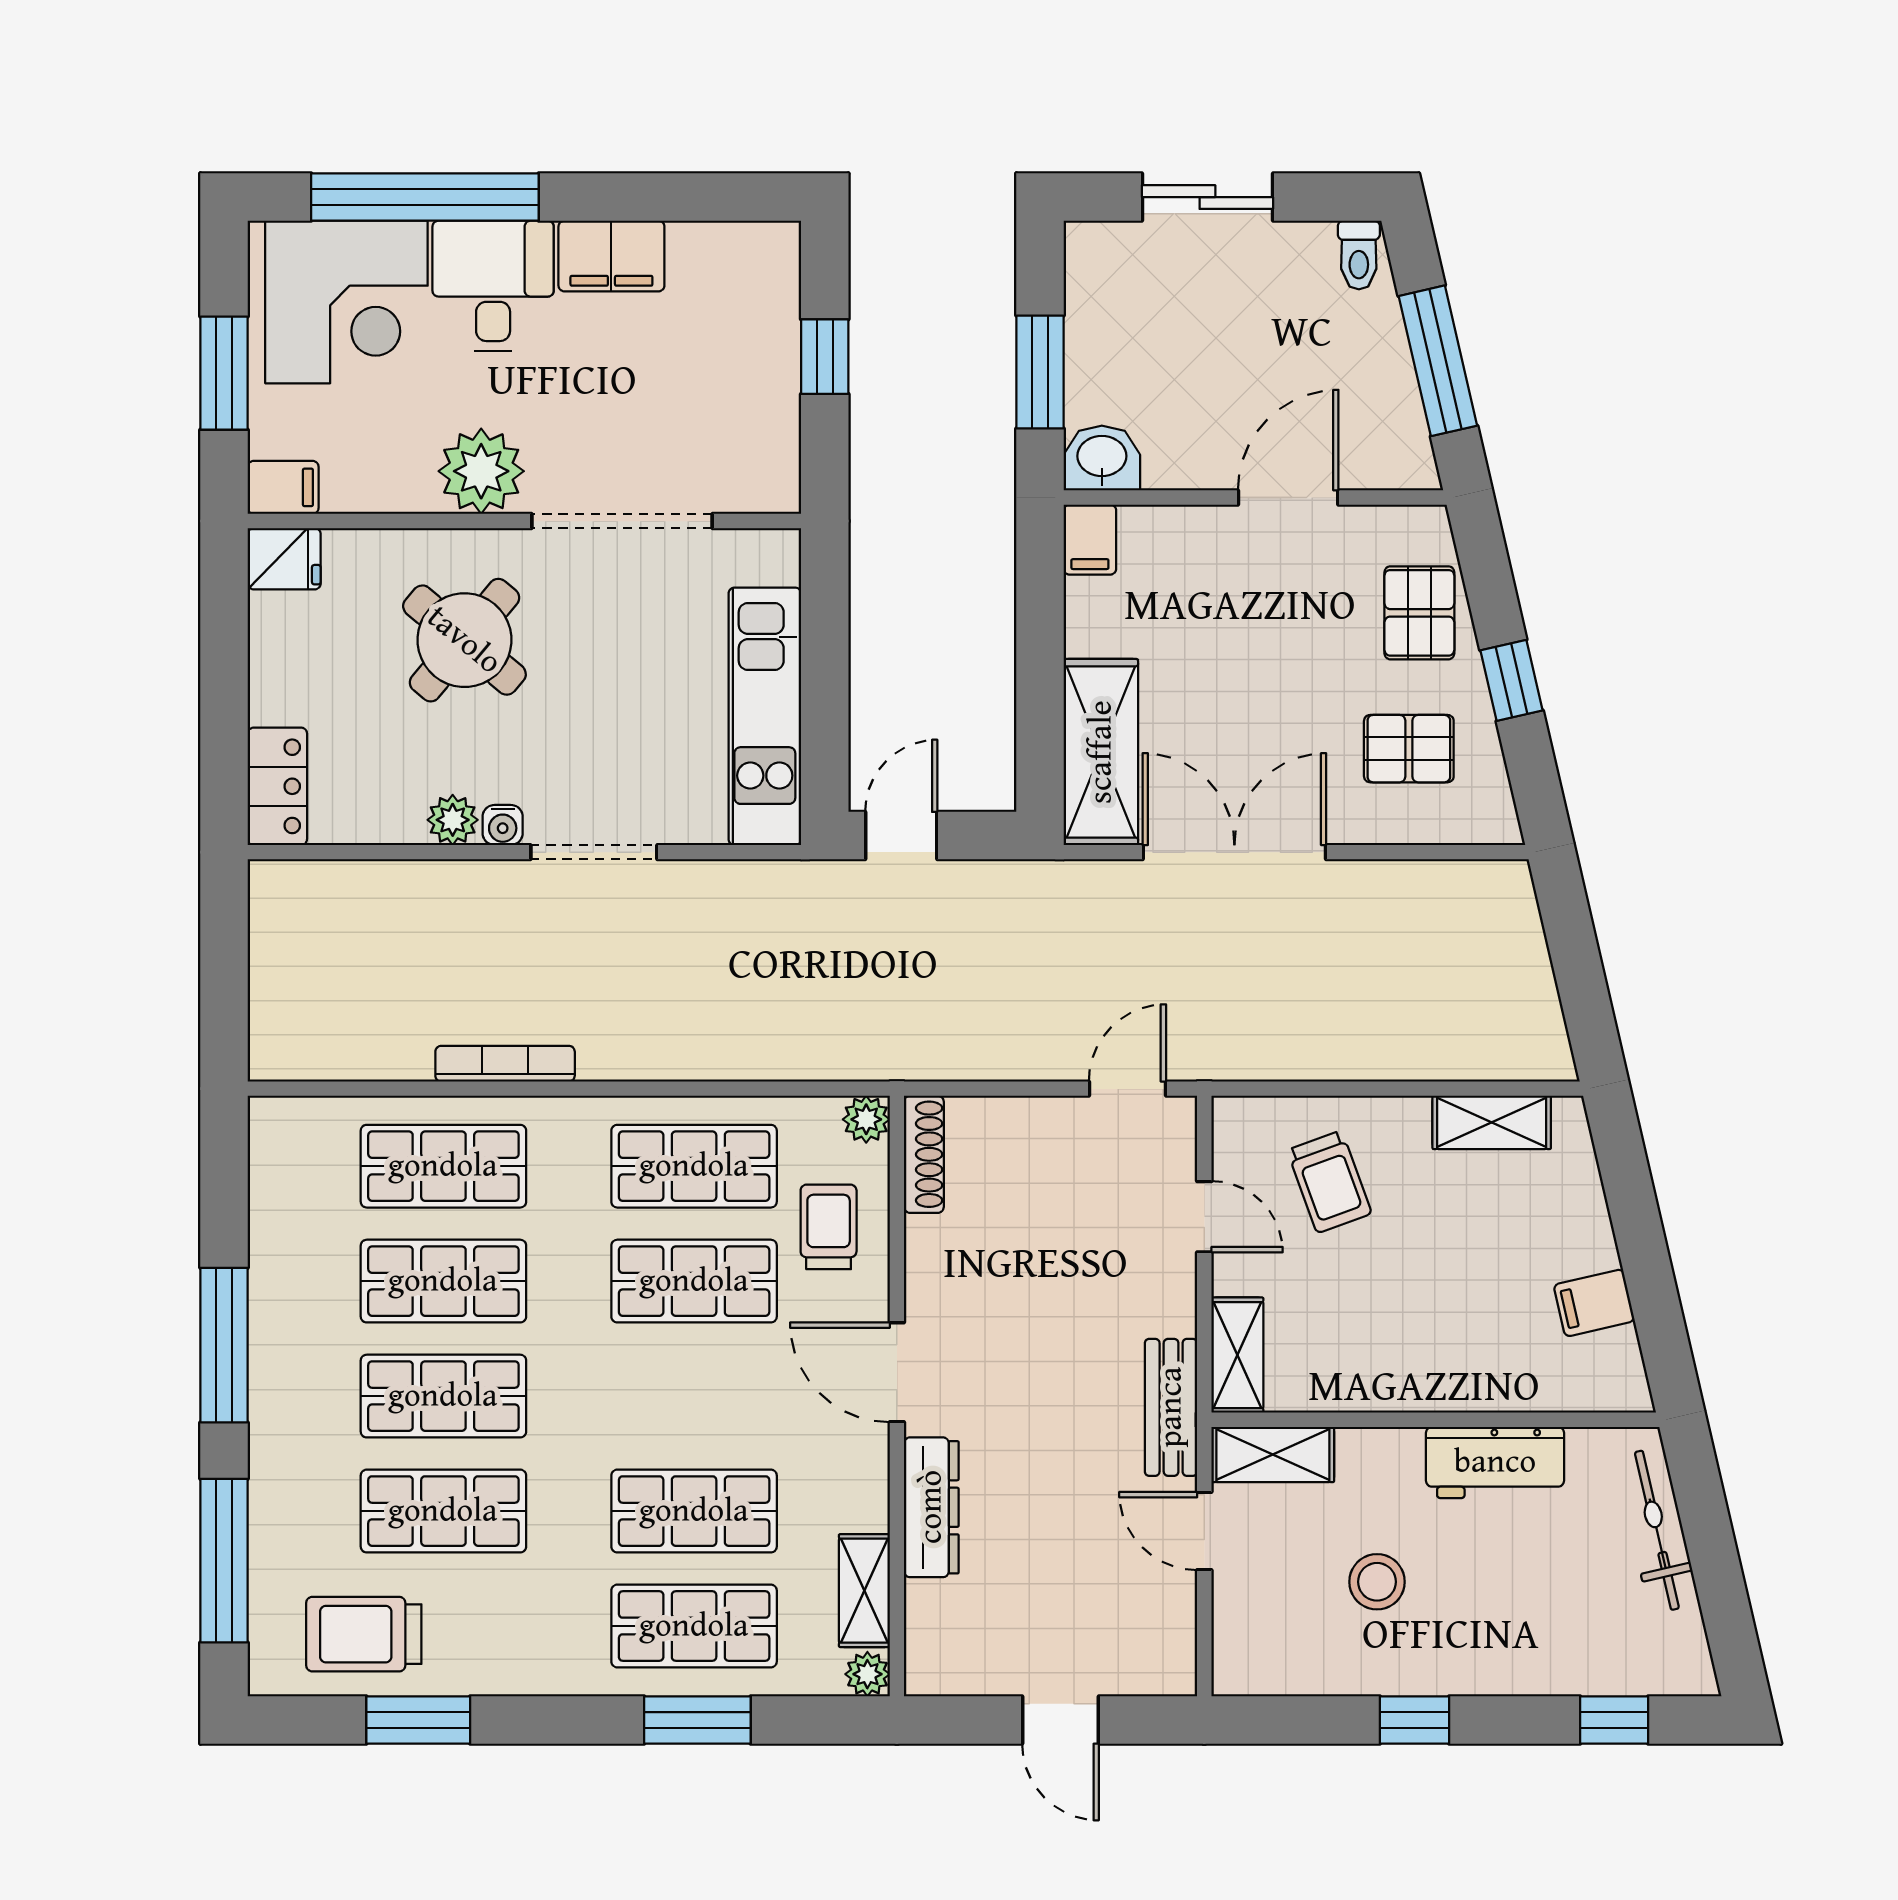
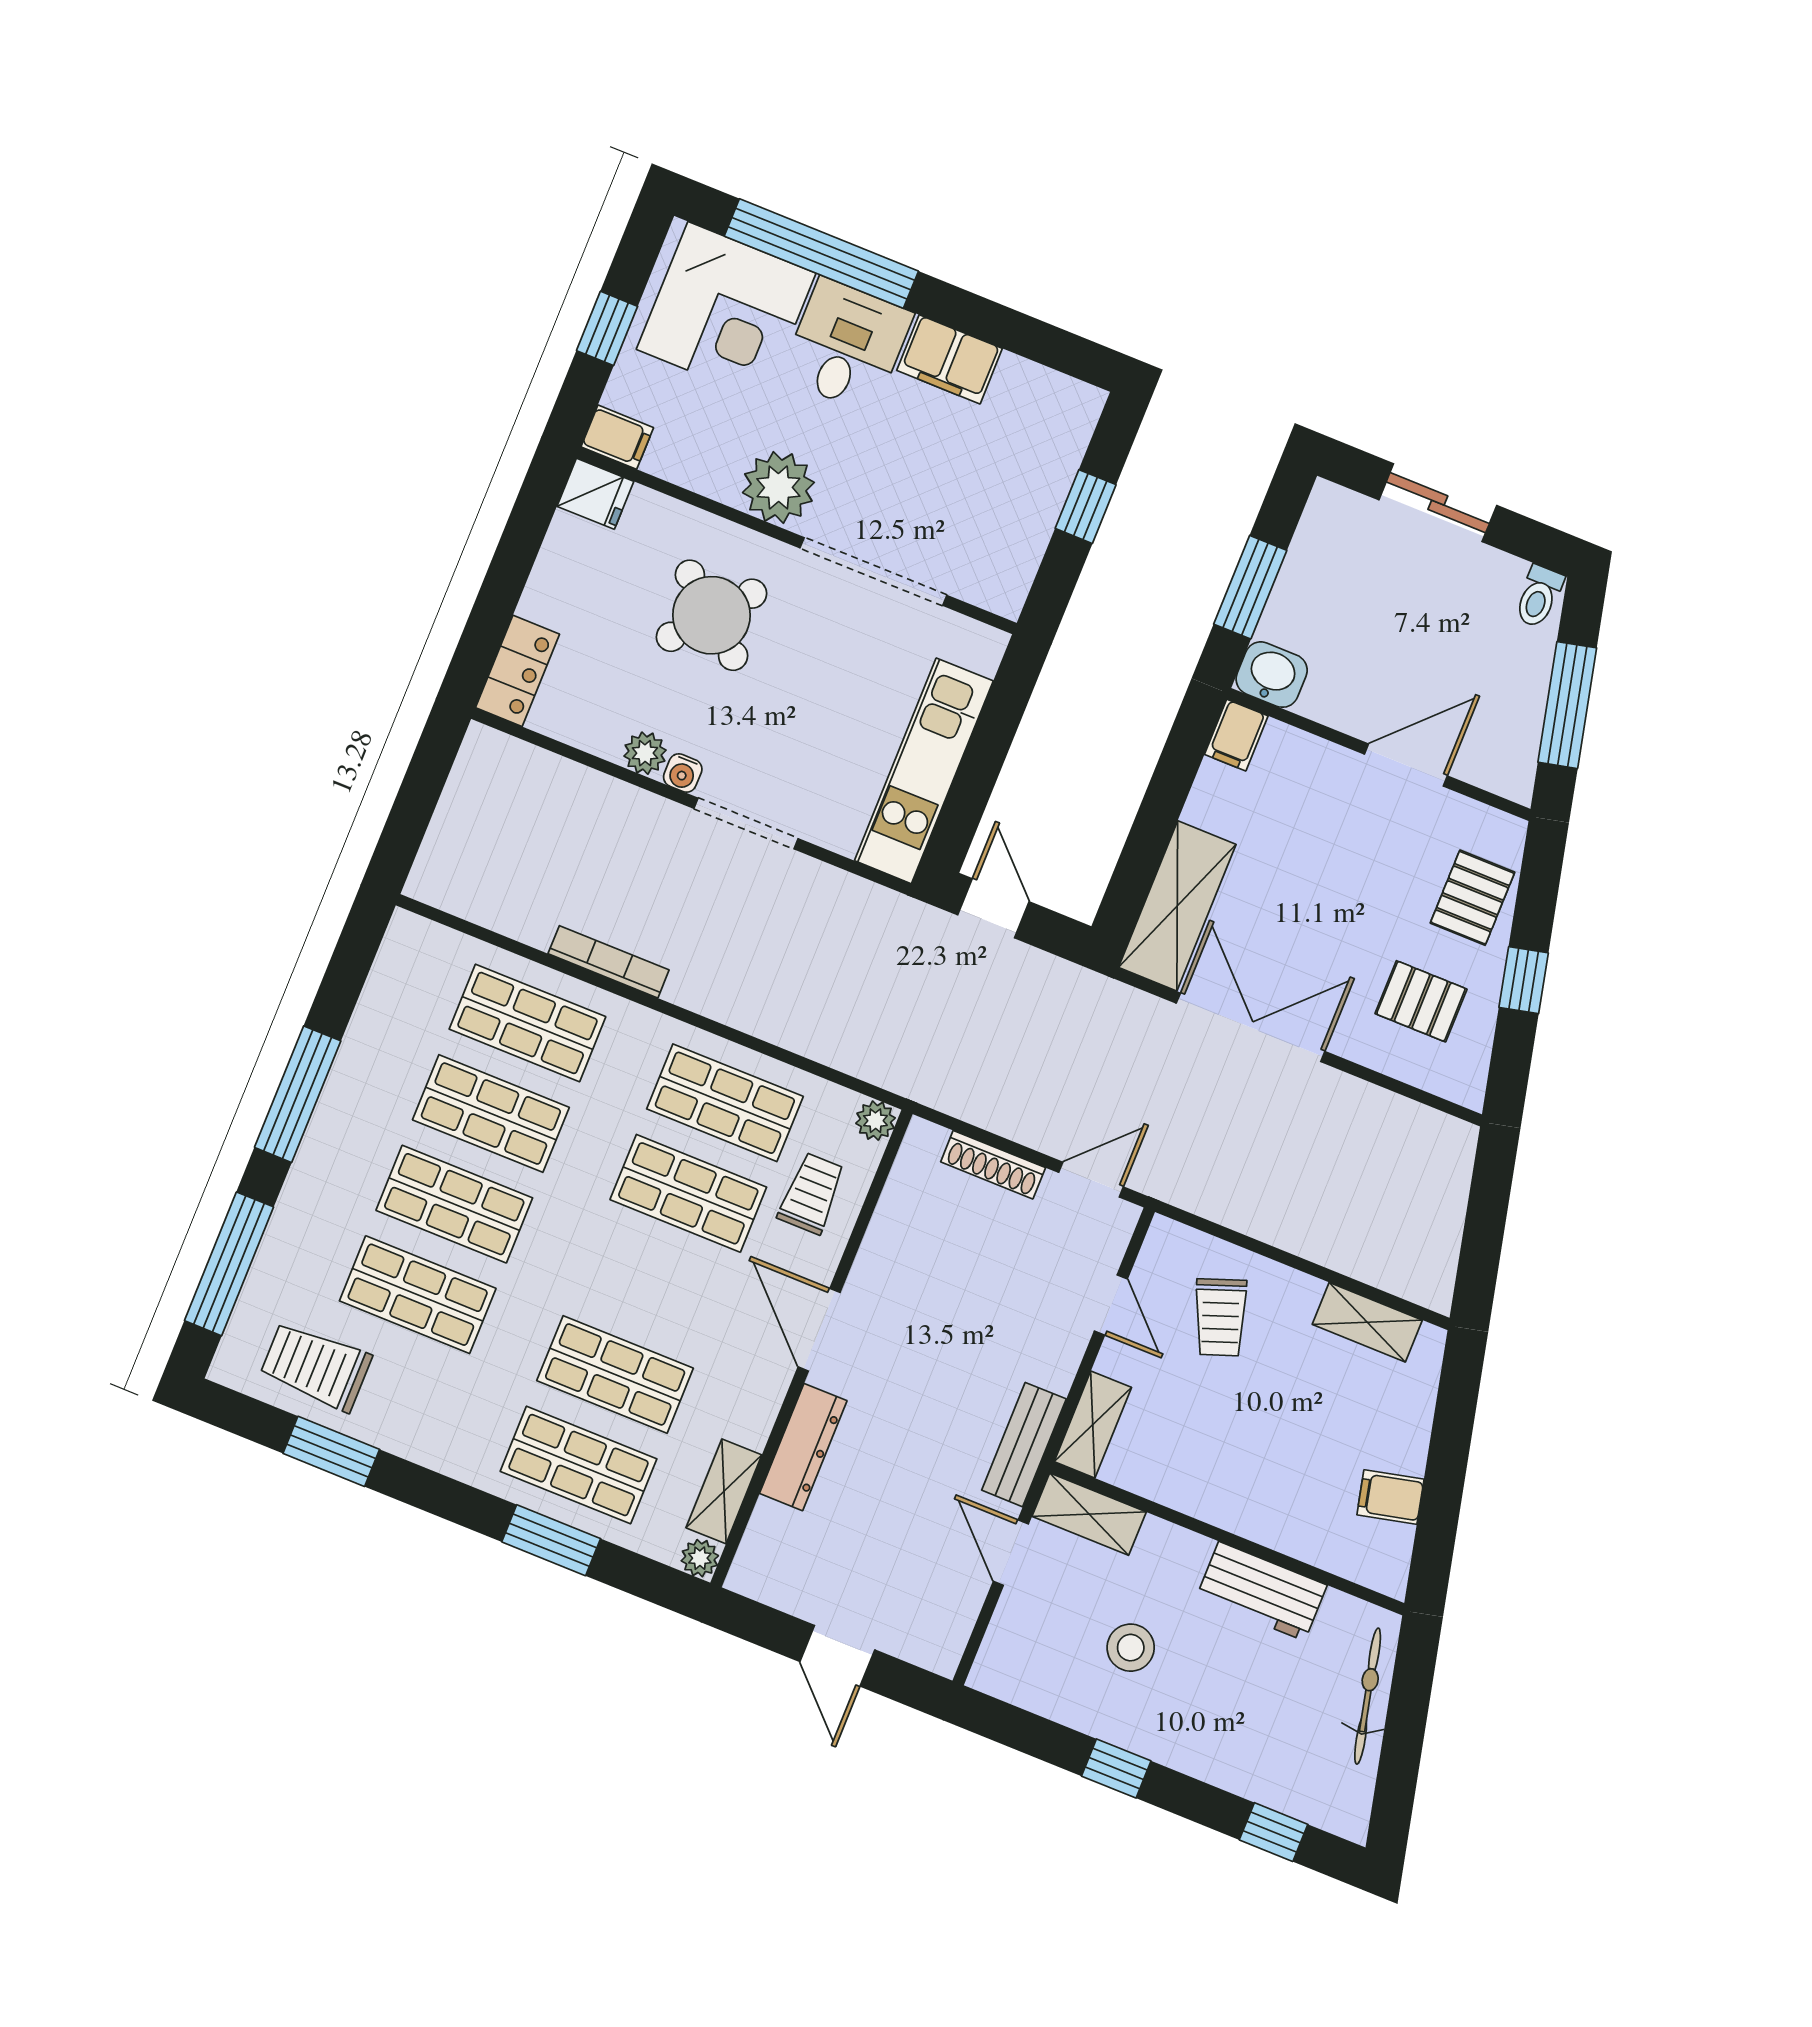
window: (224, 373) -> (607, 328), width x0.67
door: (901, 836) -> (993, 908), hinge flipped
shoe rack: (924, 1154) -> (993, 1165), moved, turned 90

